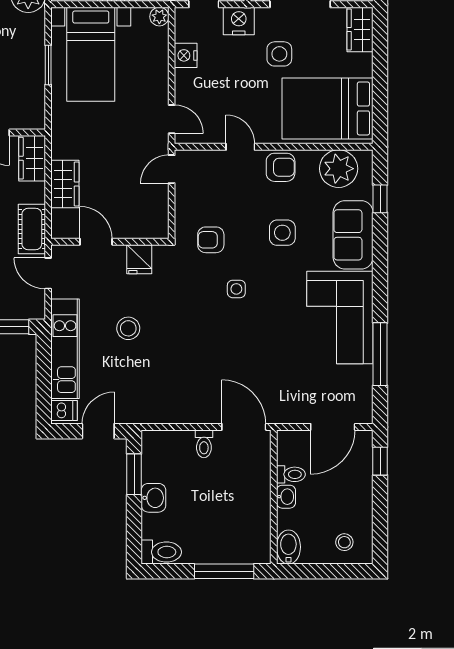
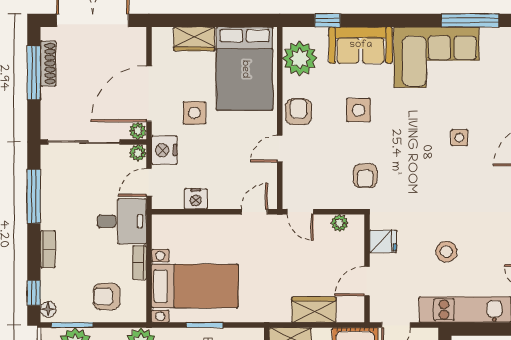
plant: (159, 17) -> (340, 223), moved
wardrobe: (360, 30) -> (194, 39), moved
side table: (236, 289) -> (459, 138), moved

